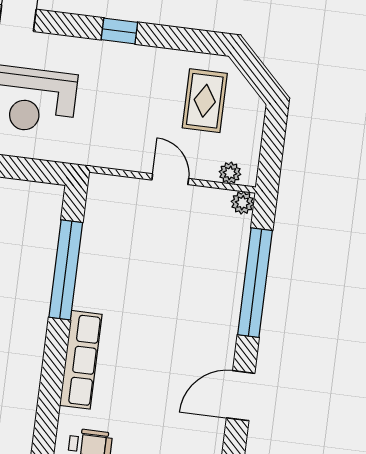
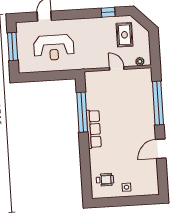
window: (119, 31) -> (108, 12), moved
plant: (243, 203) -> (147, 72), removed
row of seats: (81, 360) -> (94, 129), moved

